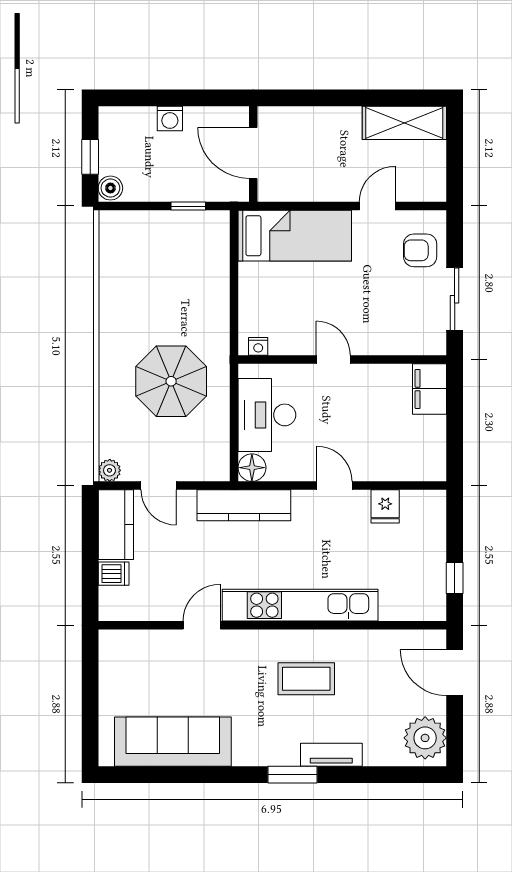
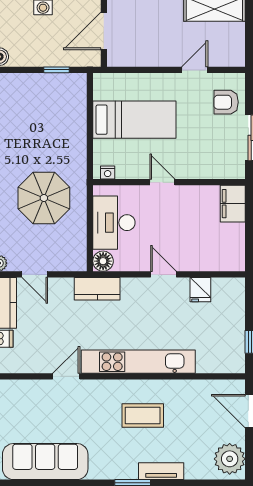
door: (253, 153) -> (104, 31), hinge flipped
bed: (295, 236) -> (134, 120), moved
kitchen counter: (244, 505) -> (97, 289), width x0.67

